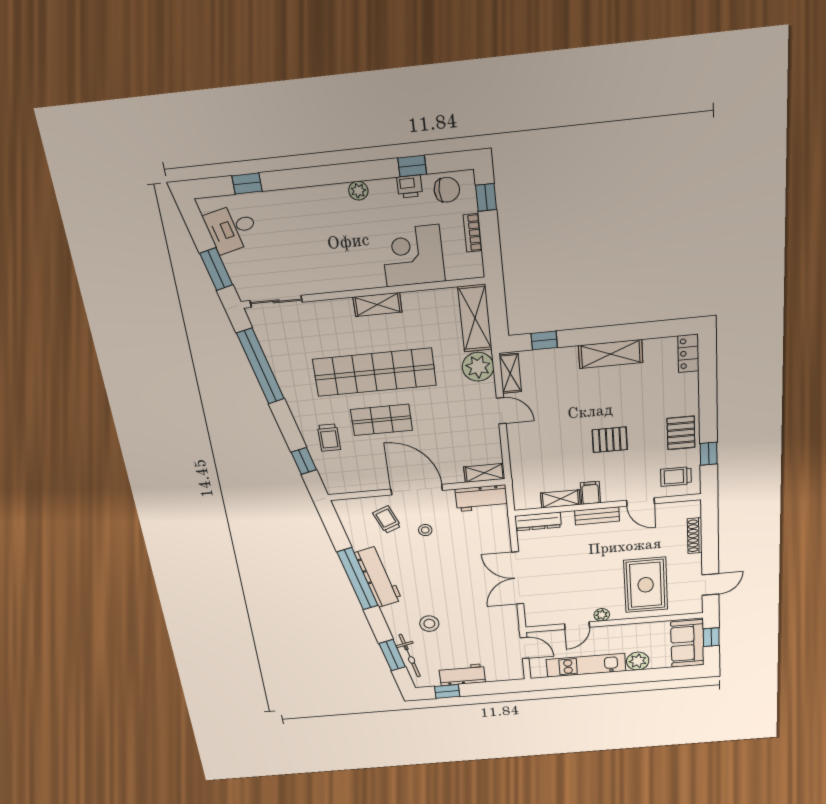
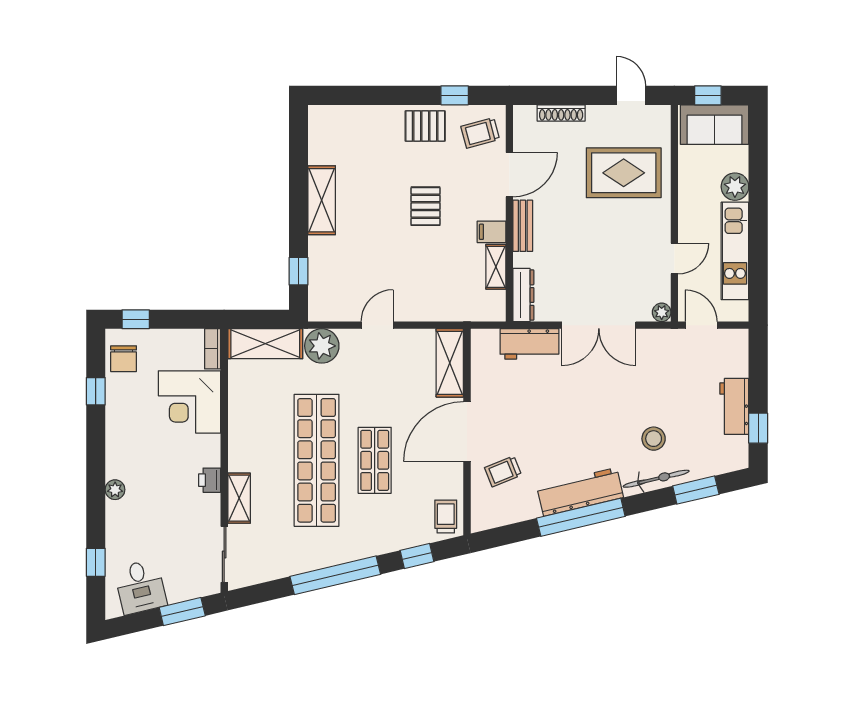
printer: (410, 186) -> (210, 480), moved, turned 180
chair: (447, 190) -> (124, 359), turned 180
plant: (358, 191) -> (115, 490), moved
bookcase: (473, 233) -> (213, 349), moved, turned 90
shelving: (378, 305) -> (239, 498), moved
locker: (688, 353) -> (330, 116), removed
window: (261, 366) -> (335, 575), moved
shelving: (510, 373) -> (333, 311), removed
trolley: (329, 438) -> (446, 516), moved, turned -90
shelving: (484, 473) -> (450, 363), width x1.50, depth x1.33
trolley: (676, 477) -> (480, 133), turned 75
workbench: (481, 498) -> (529, 344), moved, turned 90
door: (640, 502) -> (509, 175), width x1.38
stool: (425, 530) -> (522, 428), removed
plant: (602, 615) -> (662, 312), moved
door: (577, 626) -> (674, 259), hinge flipped
door: (525, 648) -> (701, 325), hinge flipped
bicycle: (410, 656) -> (656, 479), moved

